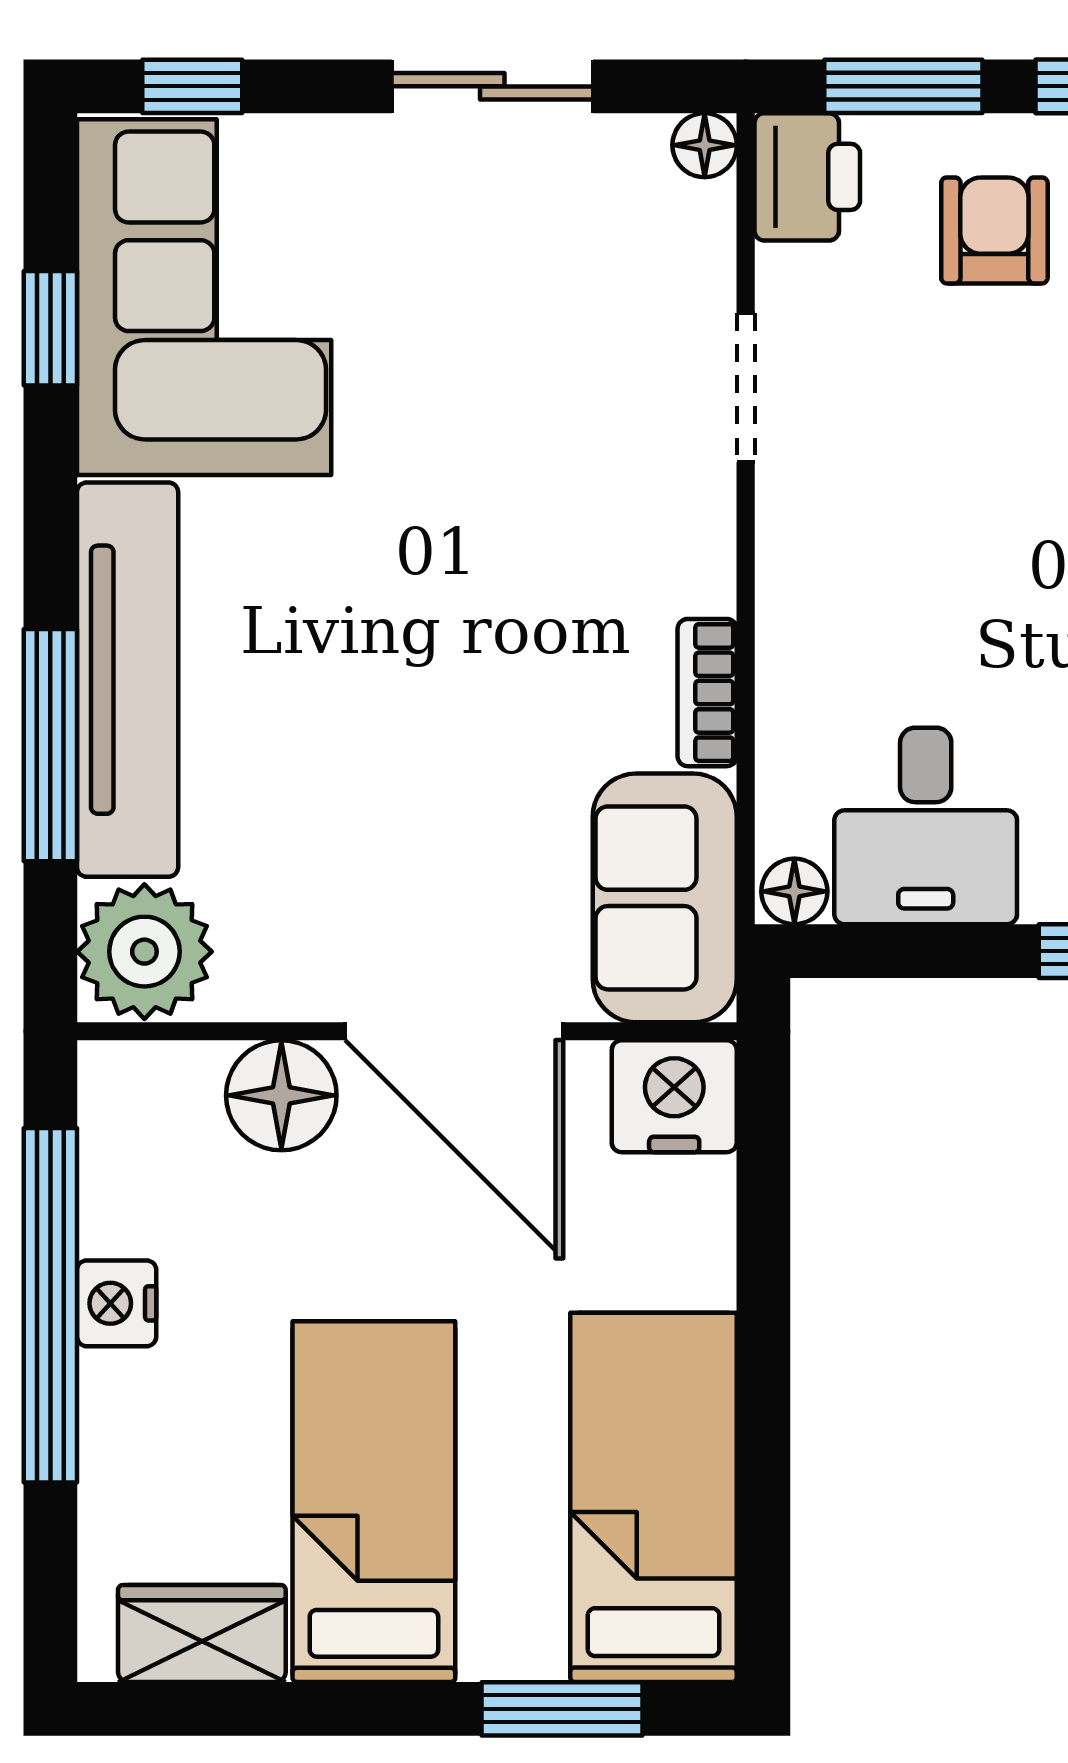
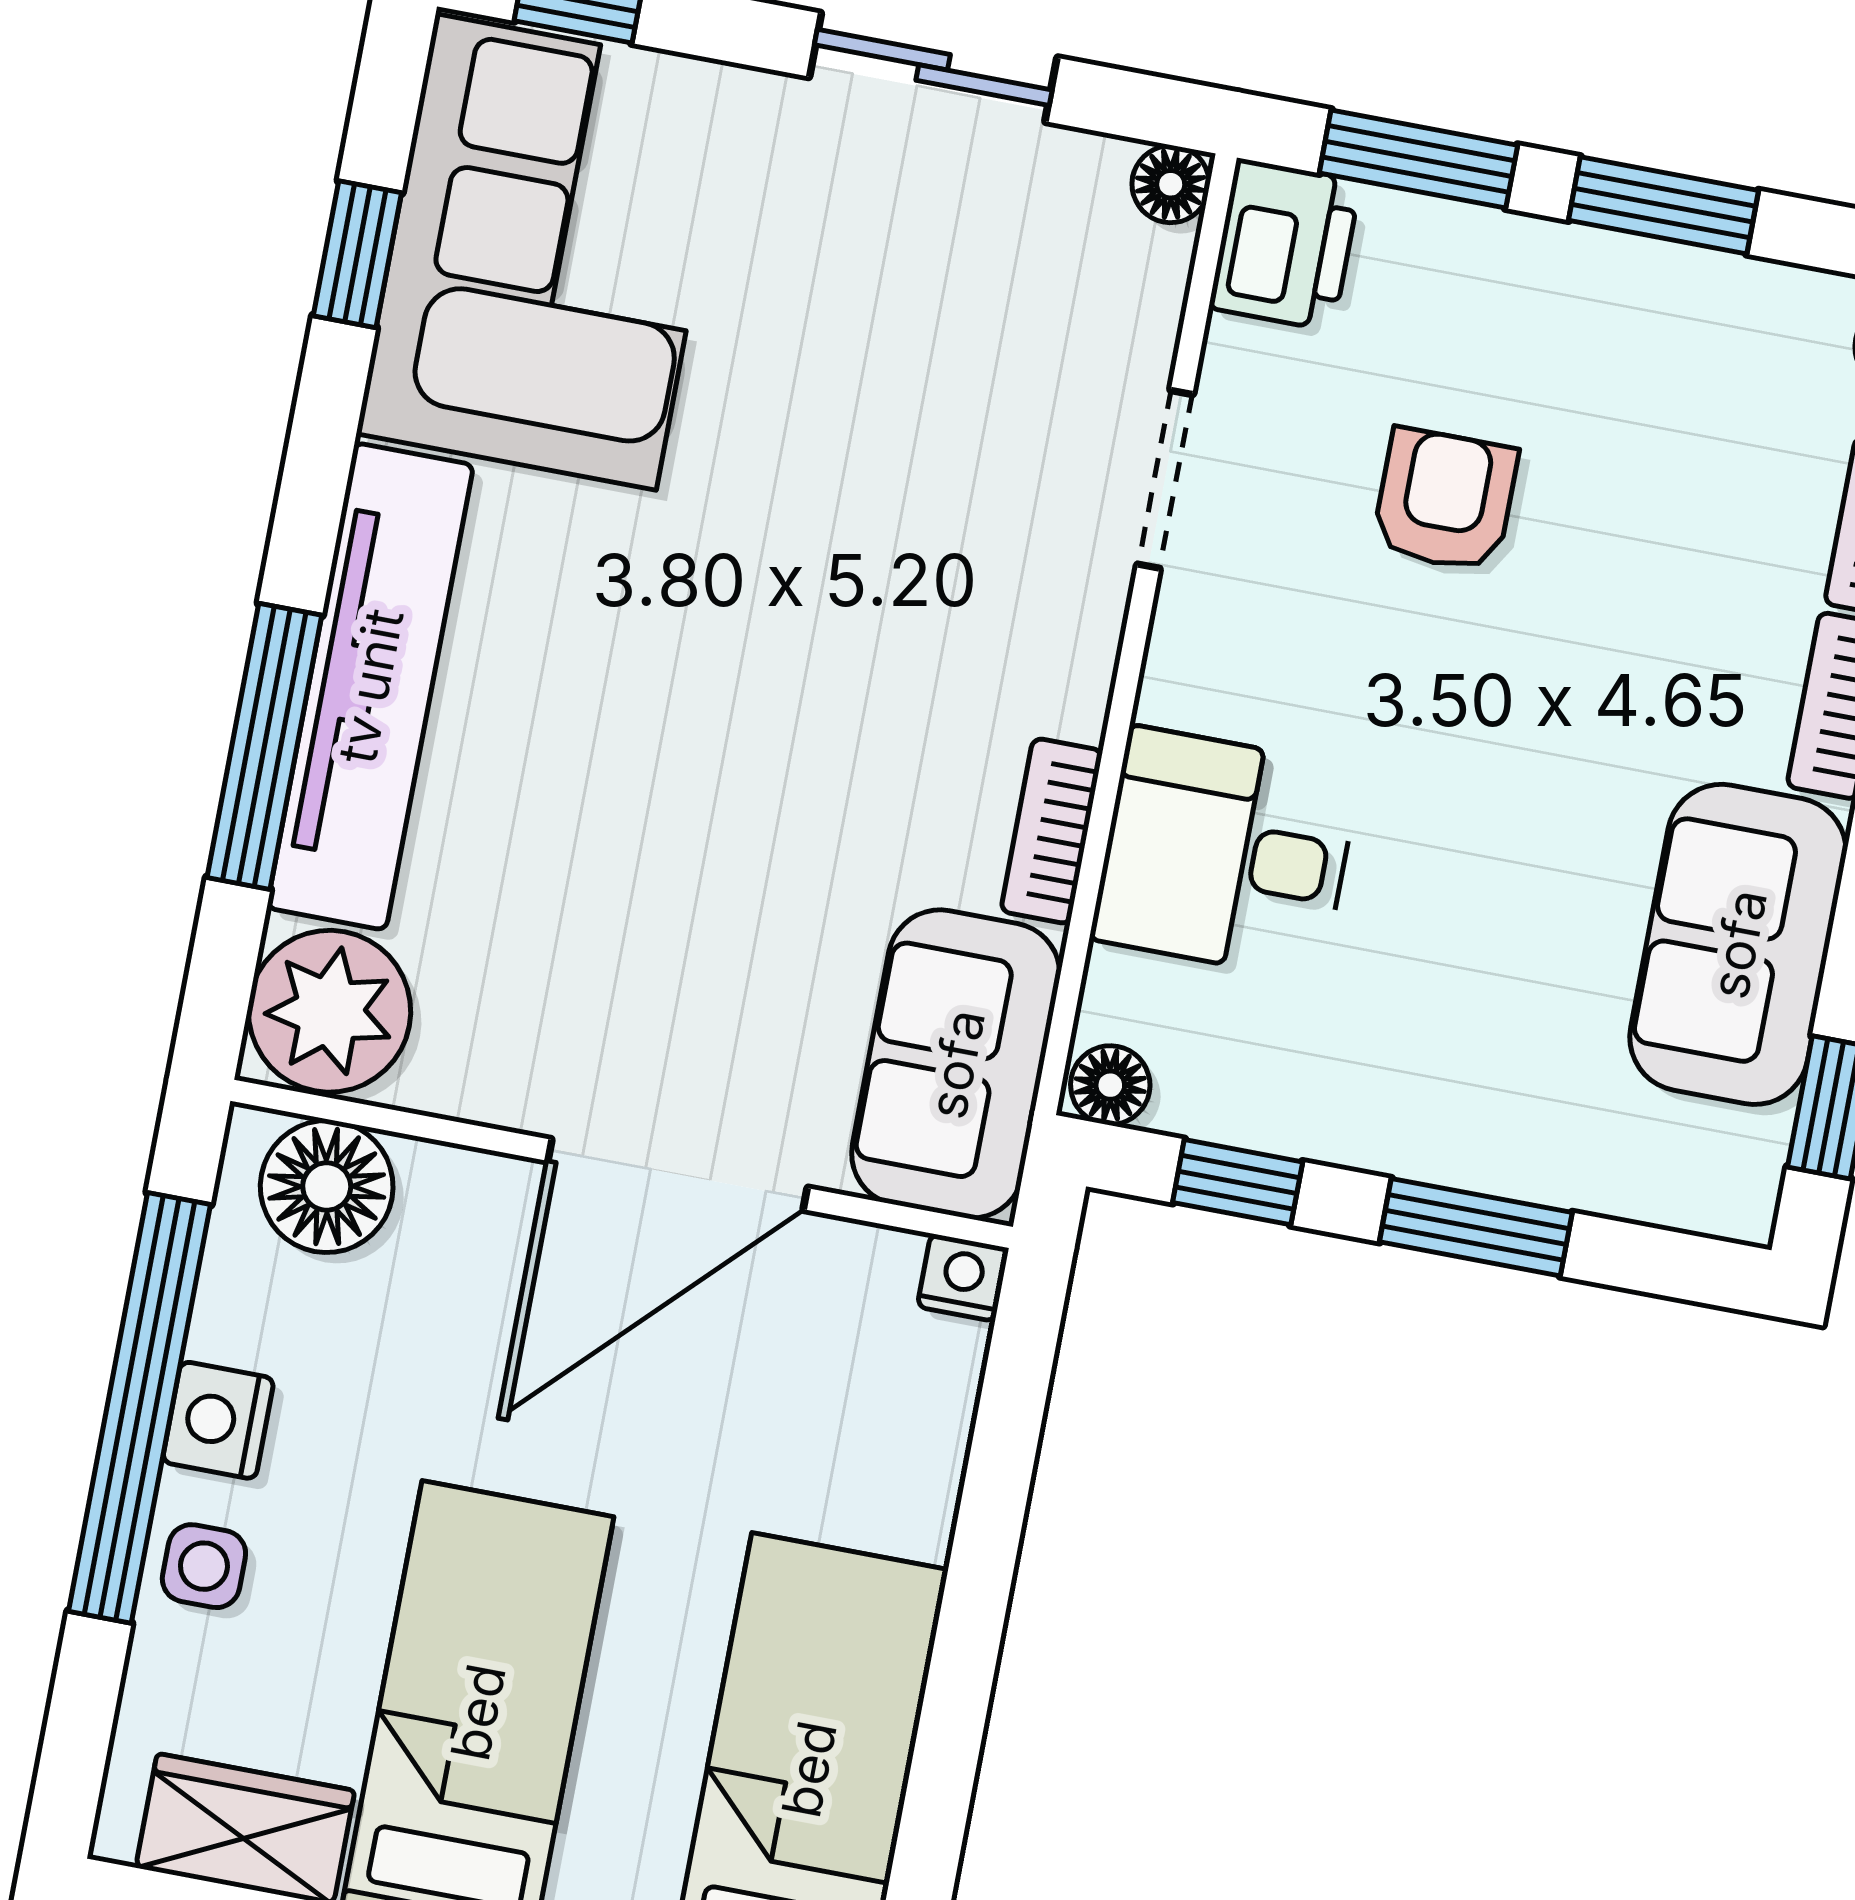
armchair: (994, 230) -> (1445, 500), moved
desk: (926, 826) -> (1226, 854), moved, turned 90
window: (913, 951) -> (1238, 1182), added
door: (454, 1031) -> (678, 1174), hinge flipped
floor lamp: (281, 1095) -> (327, 1186), moved
nightstand: (674, 1096) -> (963, 1277), width x0.53, depth x0.56
side table: (127, 1425) -> (204, 1566), added

